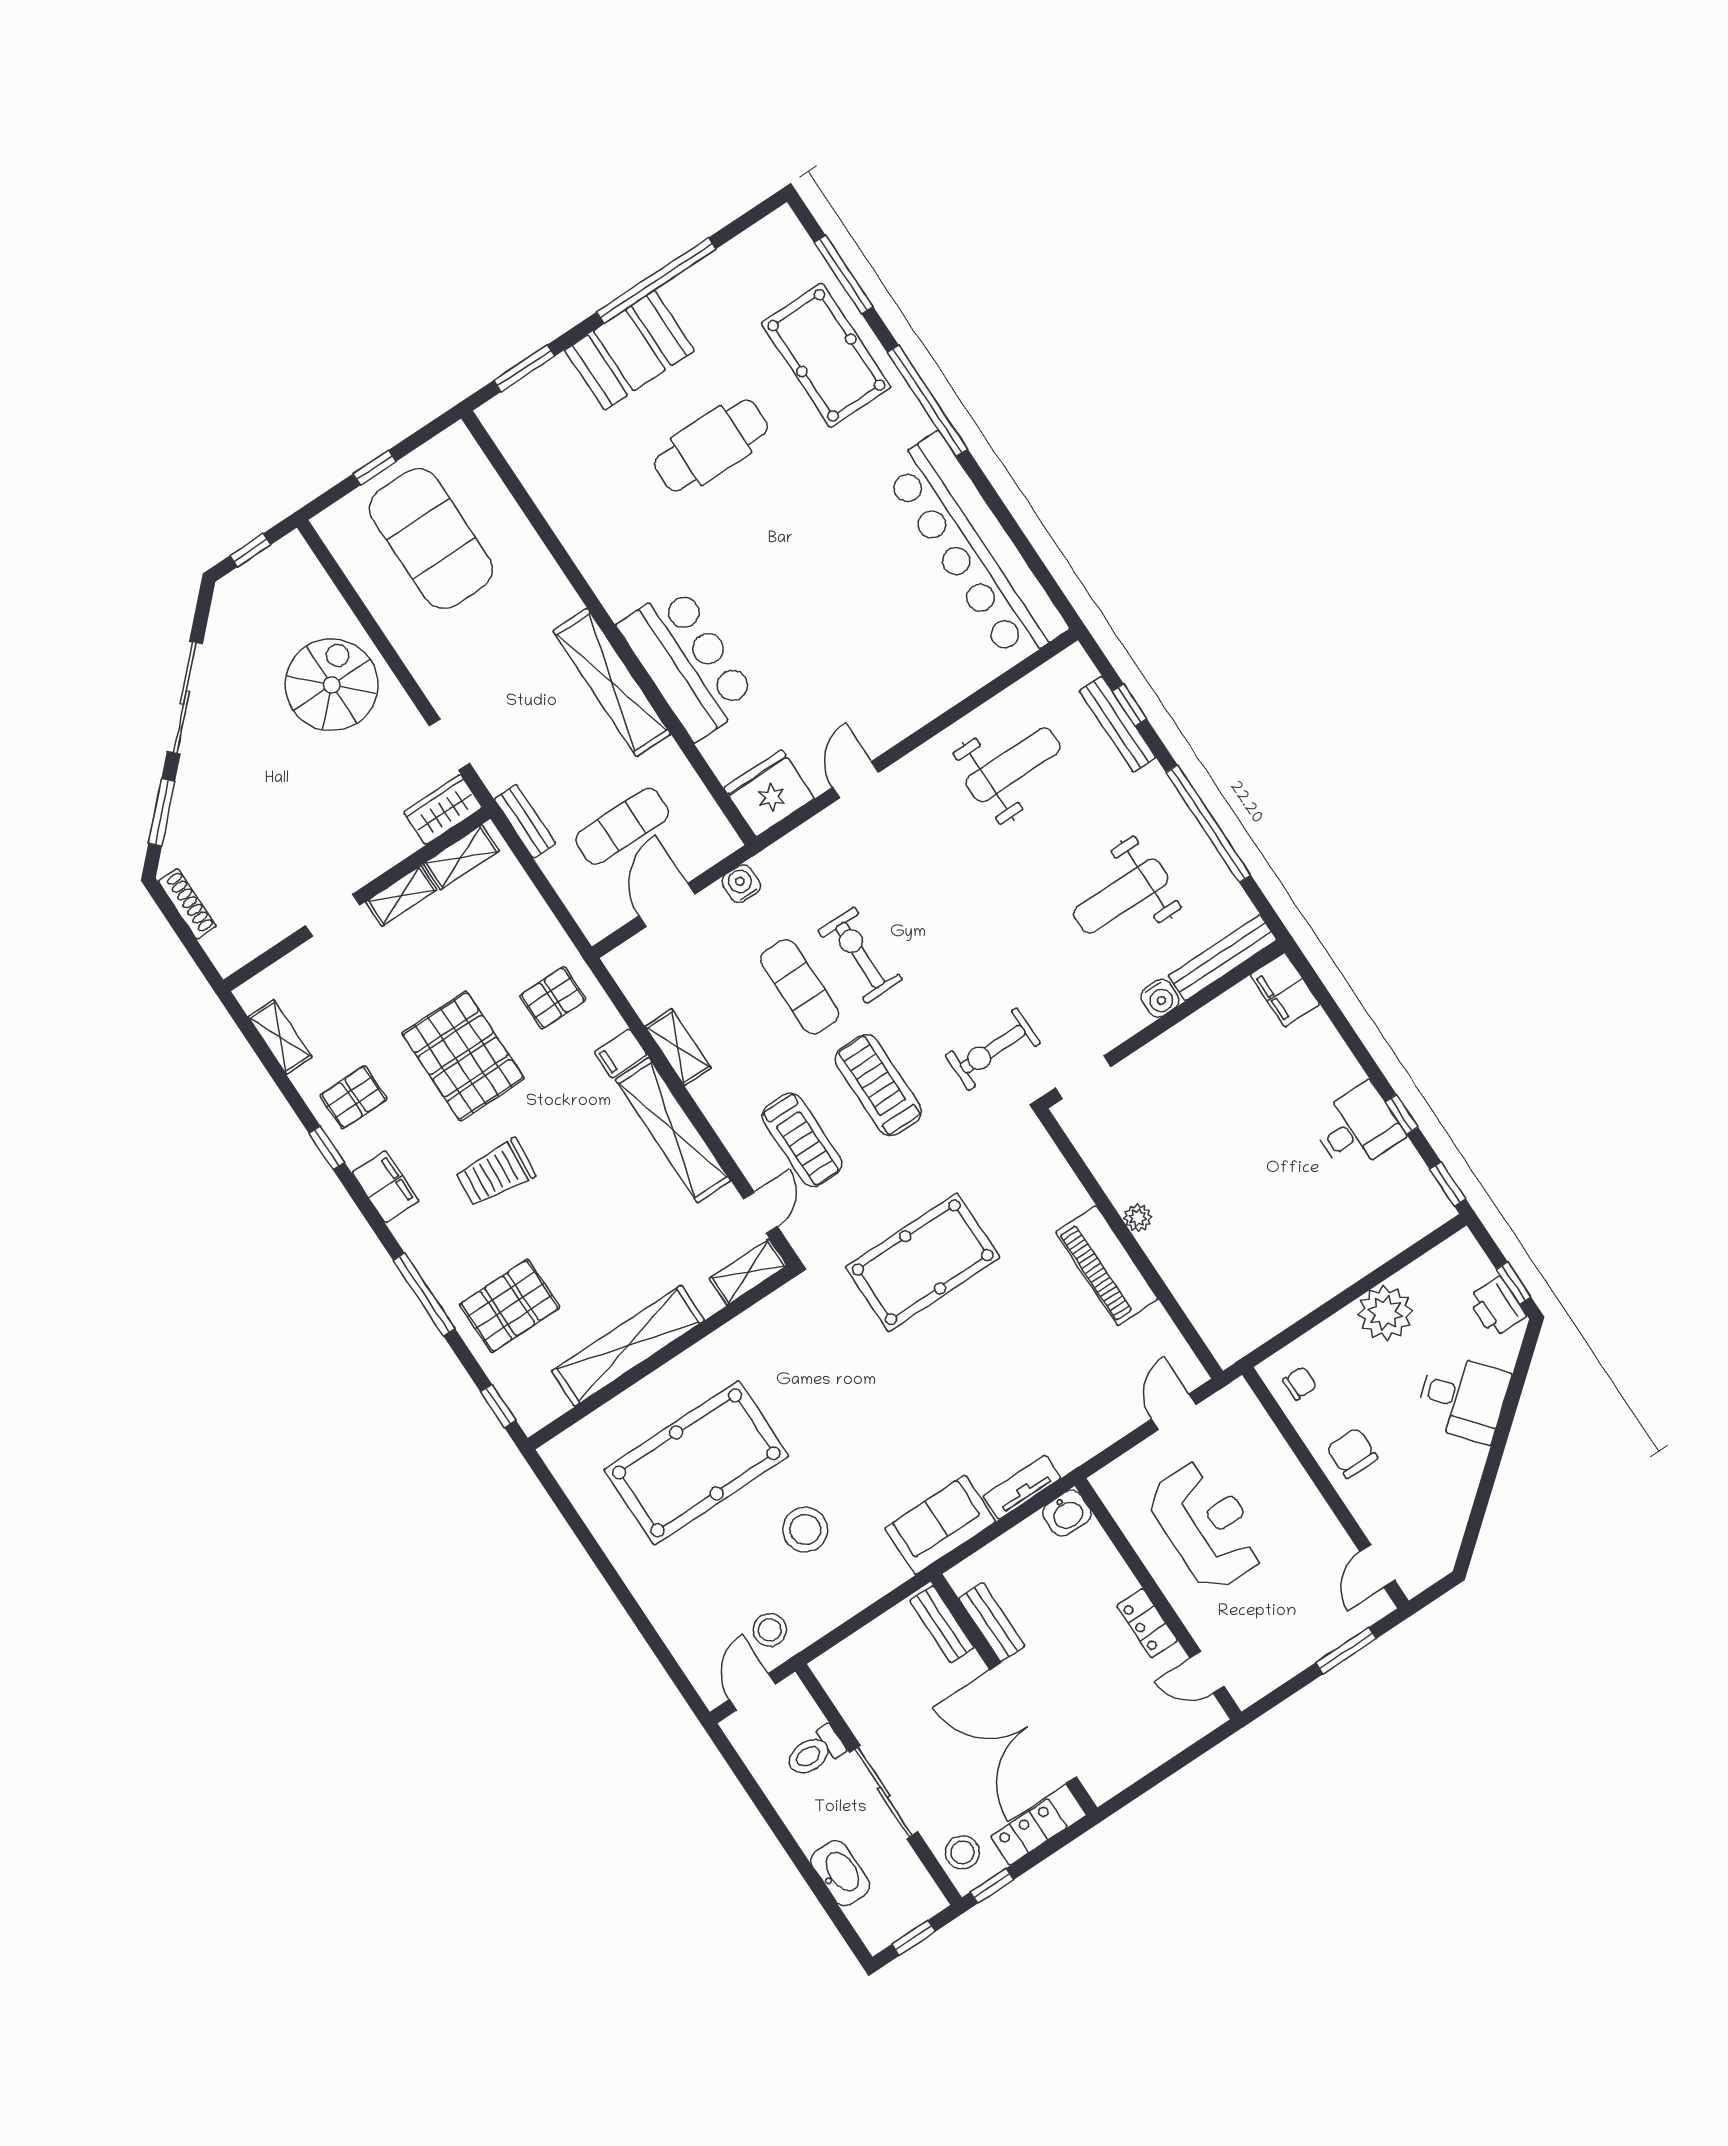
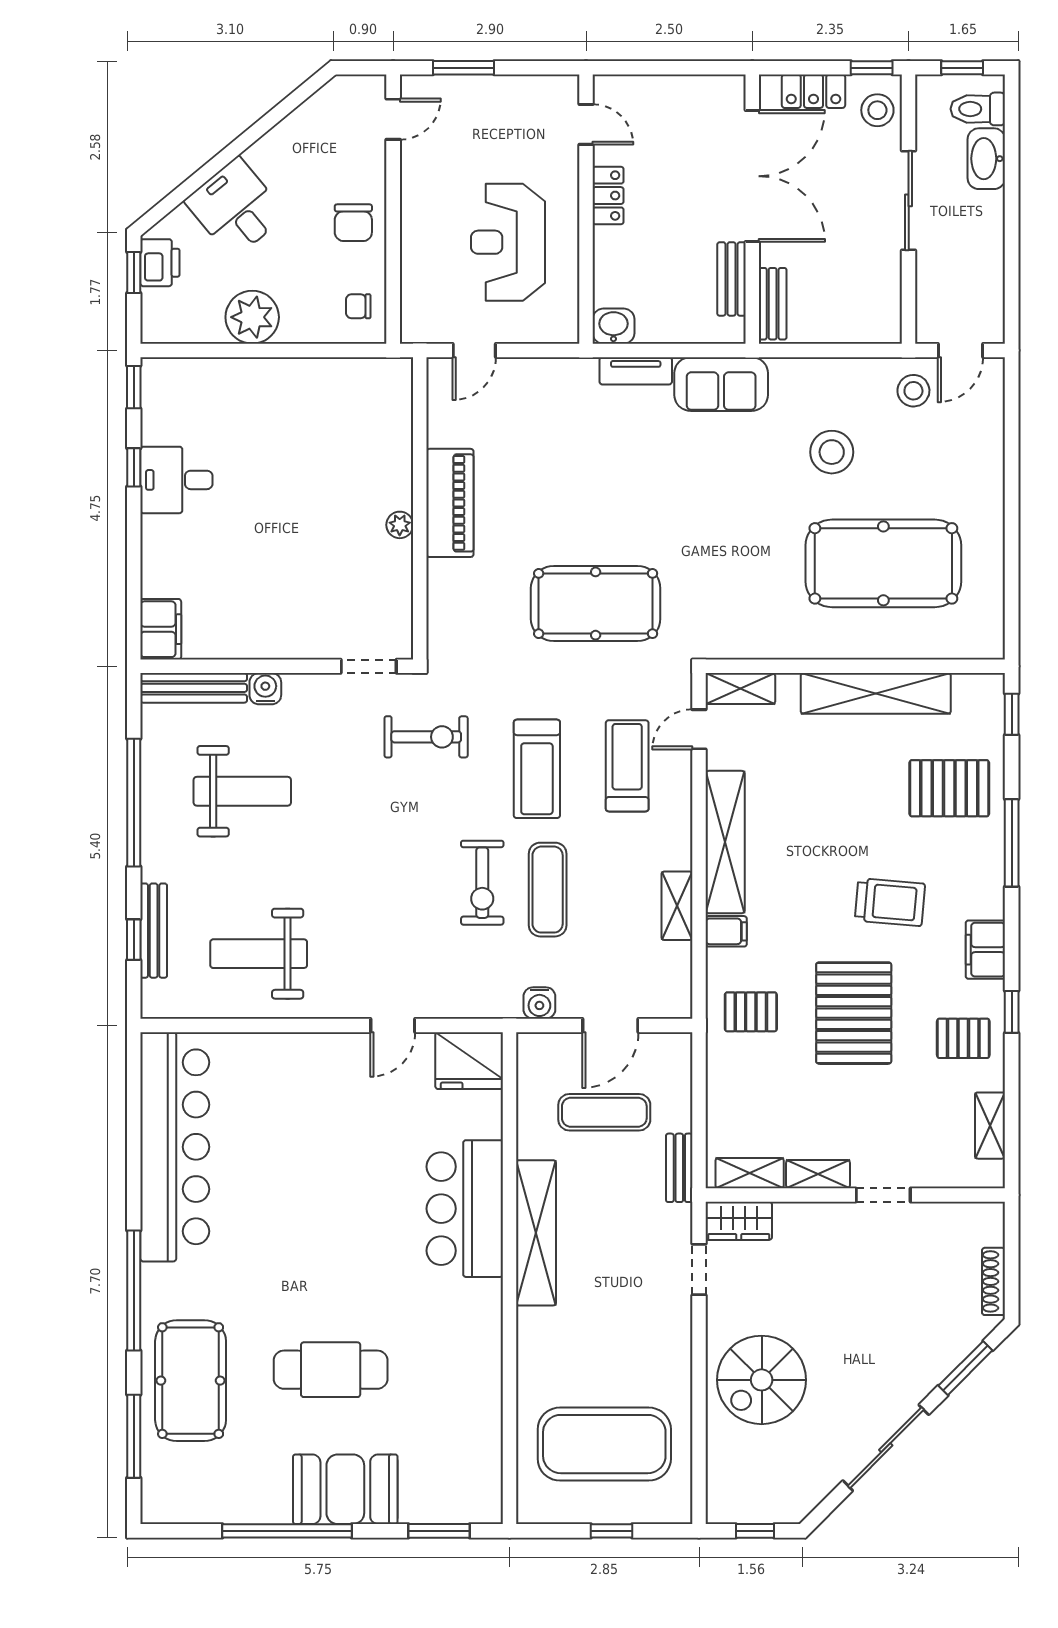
exercise mat: (431, 539) -> (604, 1444), turned 90
toilet: (815, 1752) -> (978, 109), moved, turned 180

